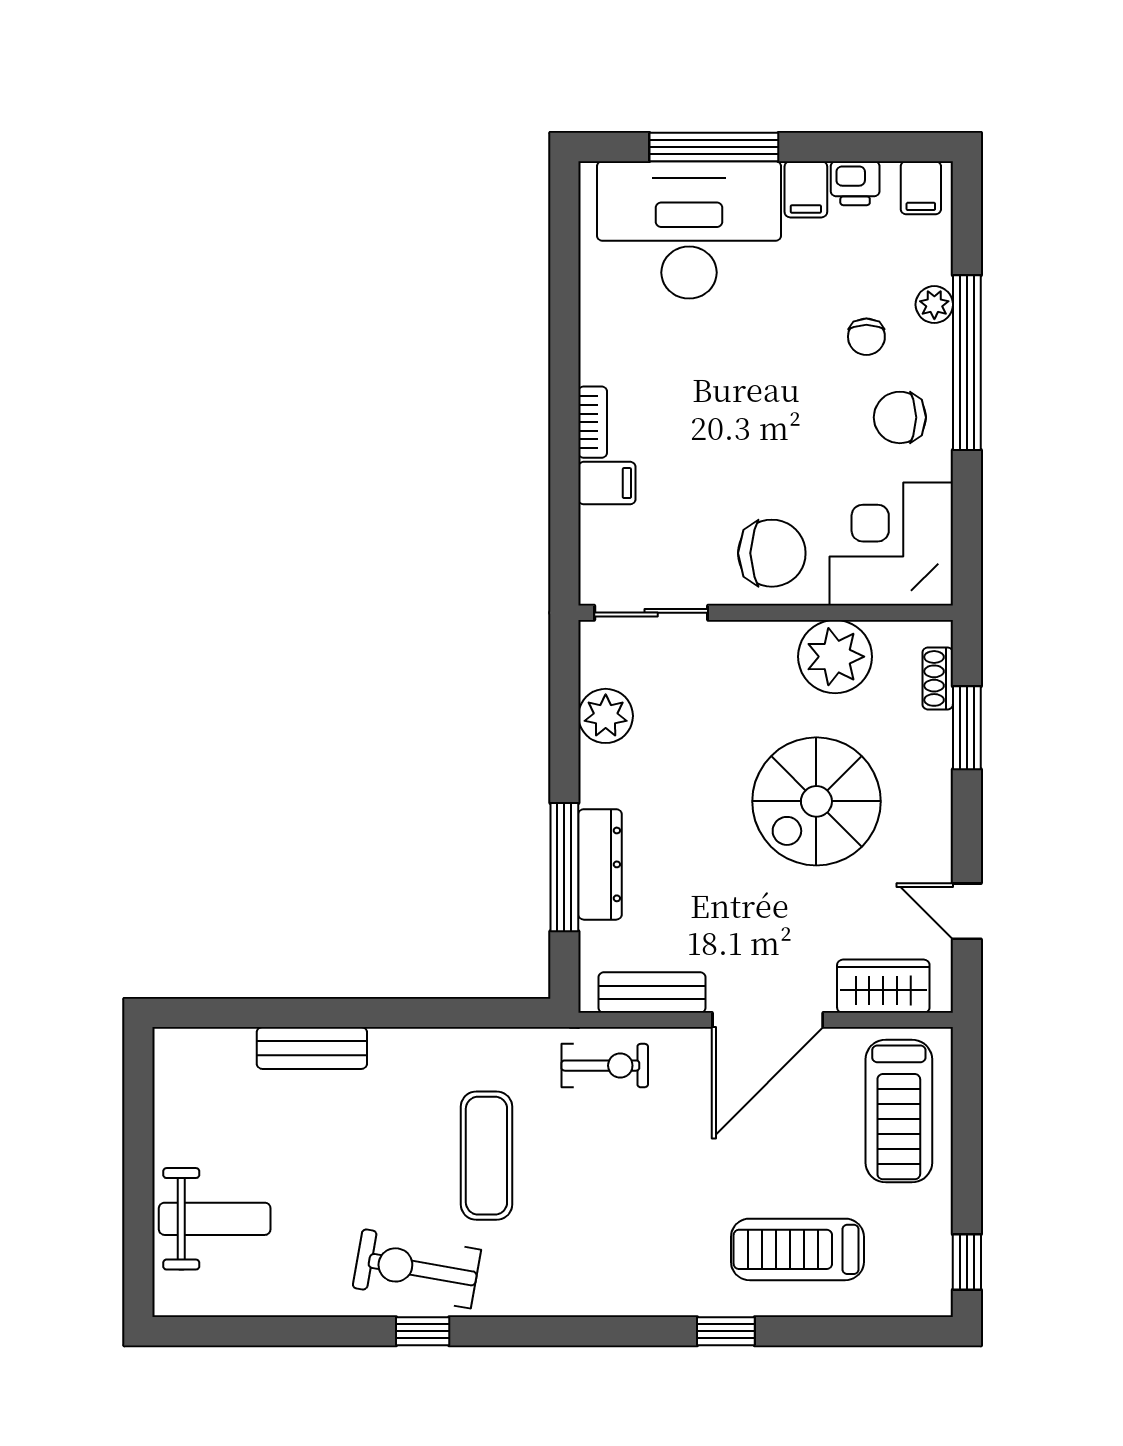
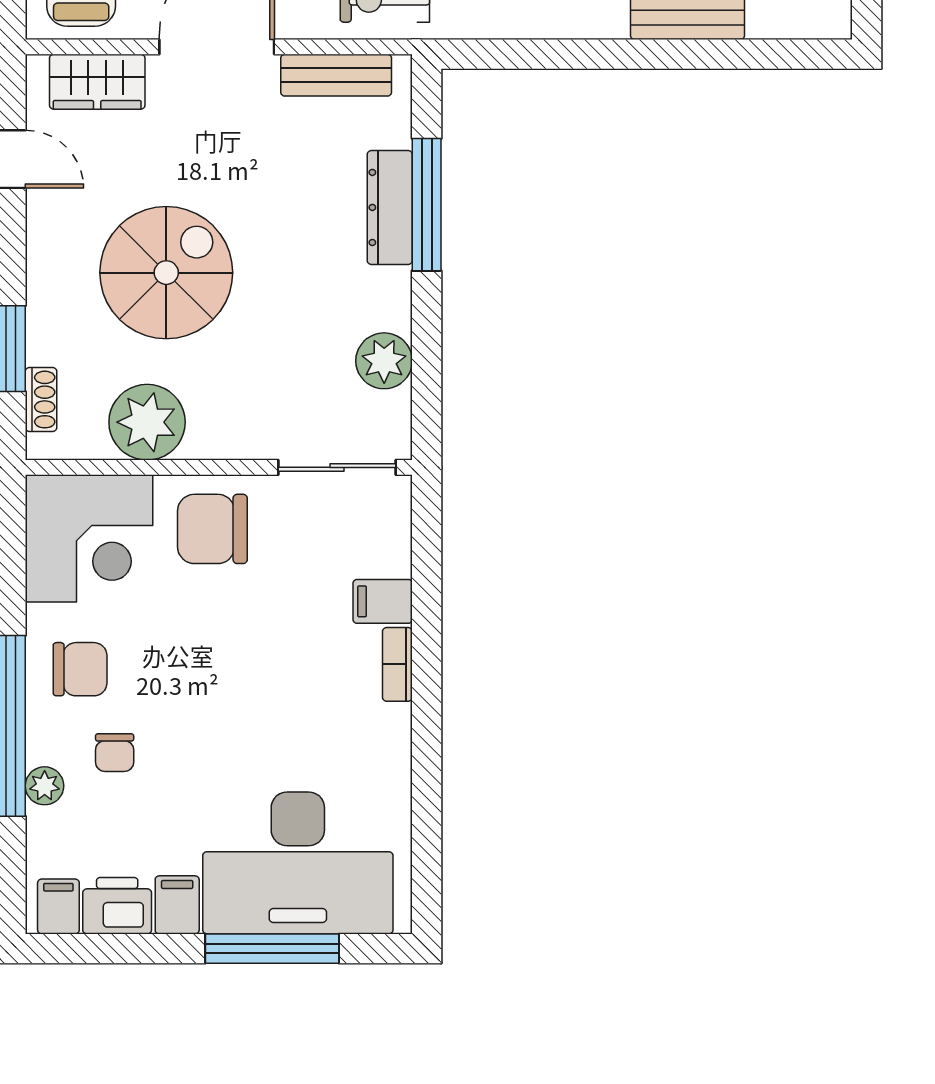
printer: (855, 183) -> (117, 906), width x1.36, depth x1.24
chair: (866, 337) -> (115, 753), turned 180

